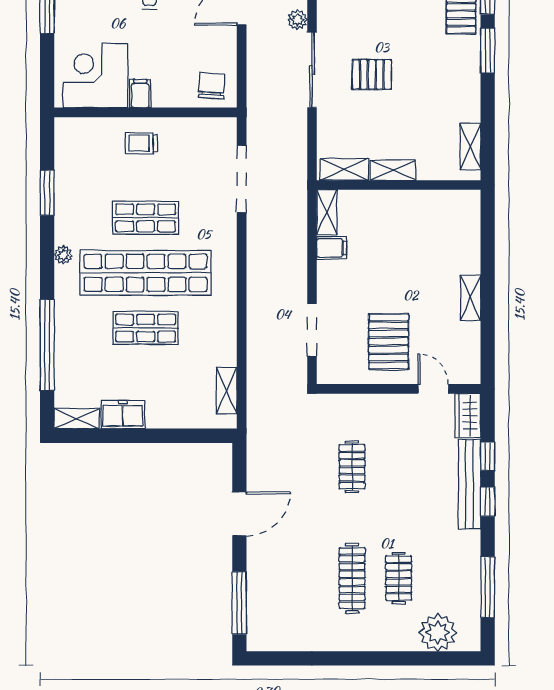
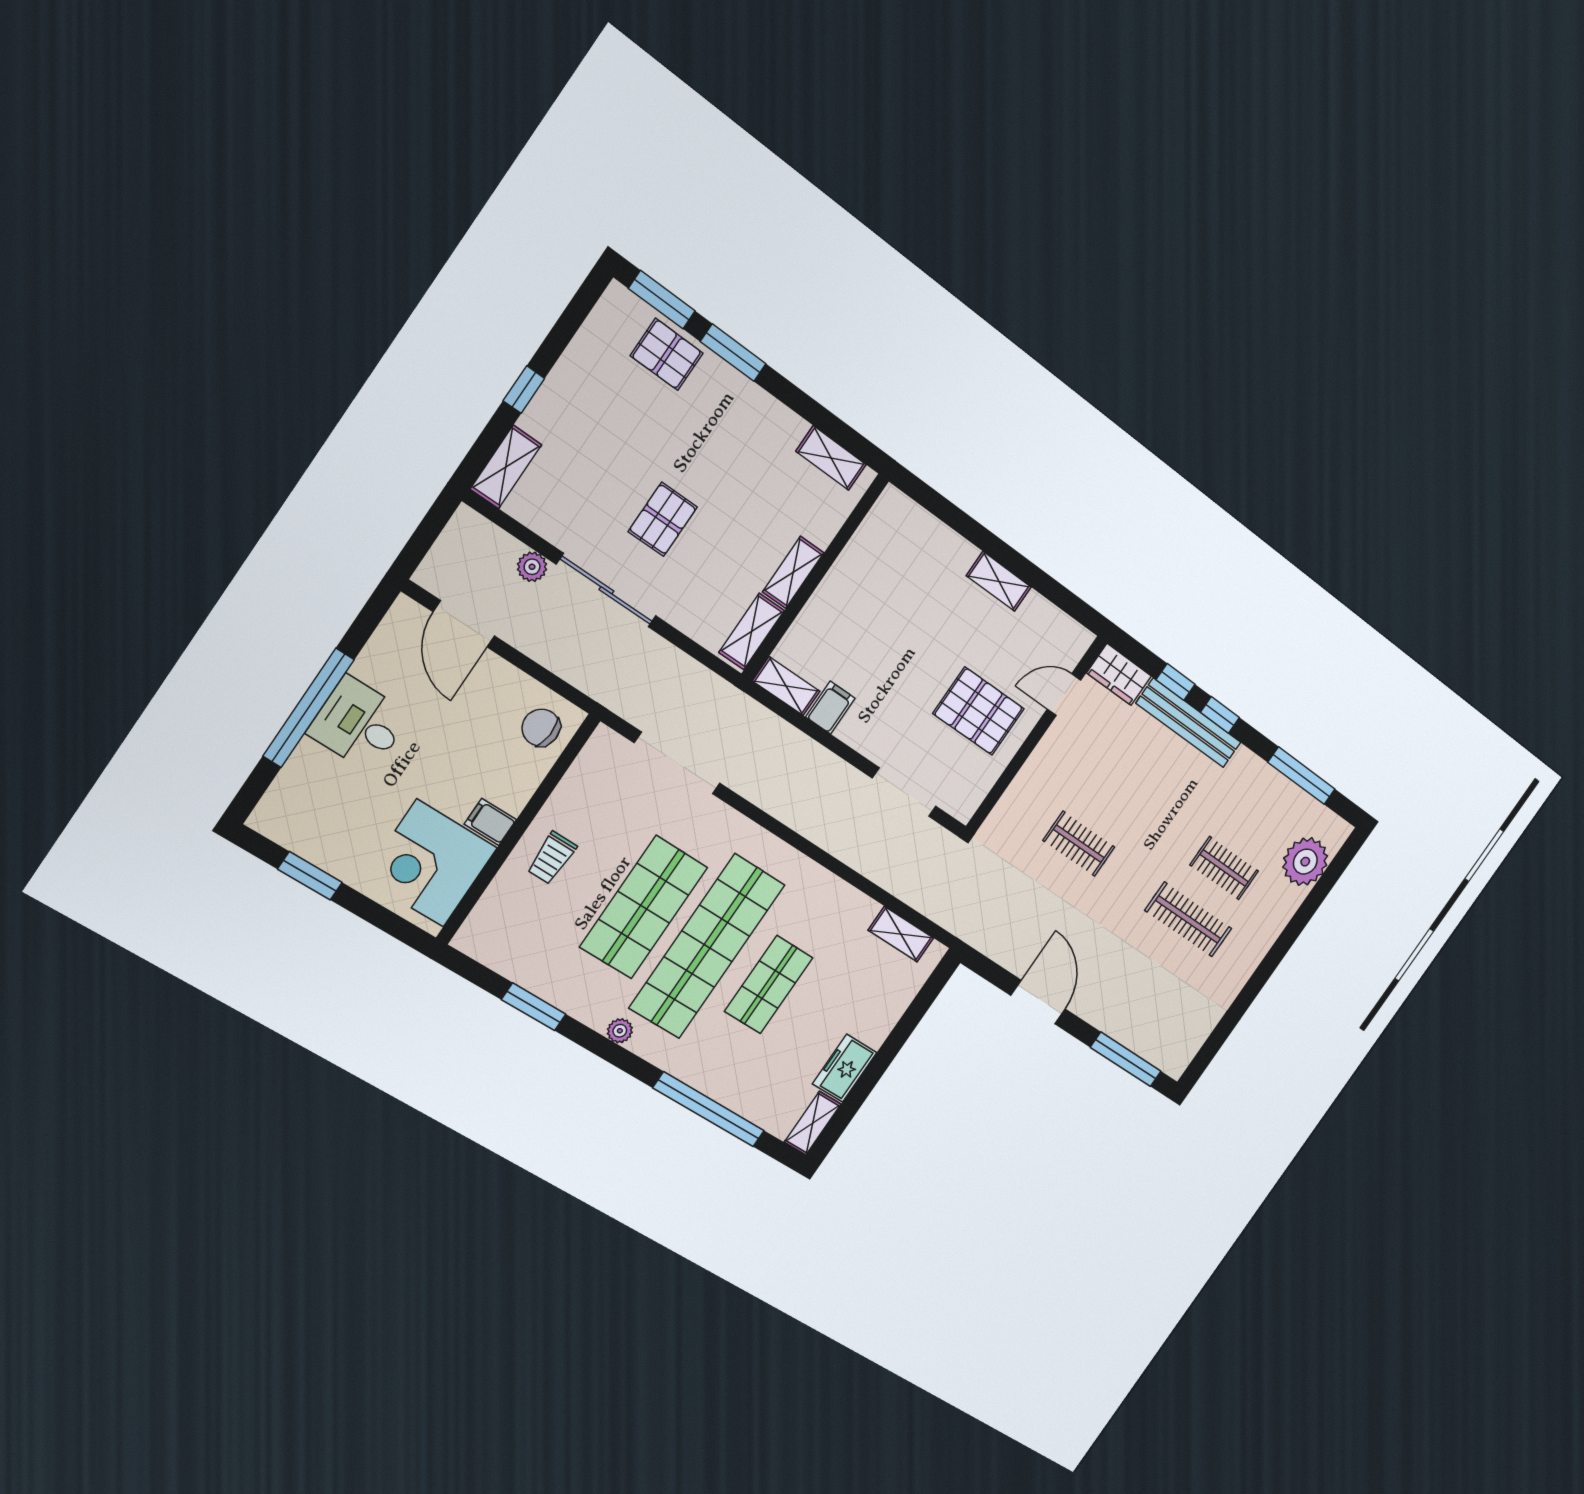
shop shelf: (146, 218) -> (644, 907), width x1.43, depth x1.36

